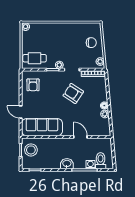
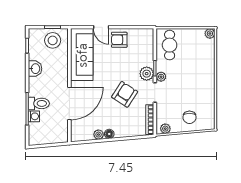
plant: (57, 76) -> (147, 74), added
armchair: (33, 85) -> (119, 40), moved
door: (21, 112) -> (101, 27), swing flipped
door: (80, 137) -> (69, 103), width x1.87
toilet: (101, 161) -> (39, 103), moved
washbasin: (67, 164) -> (35, 69), moved

